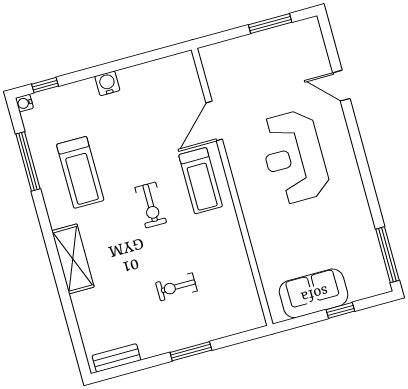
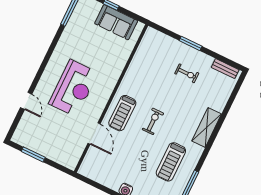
door: (214, 121) -> (94, 134), hinge flipped
treadmill: (80, 172) -> (171, 162), turned 180
treadmill: (201, 181) -> (122, 113), turned 180
exercise bike: (176, 287) -> (187, 73), moved

